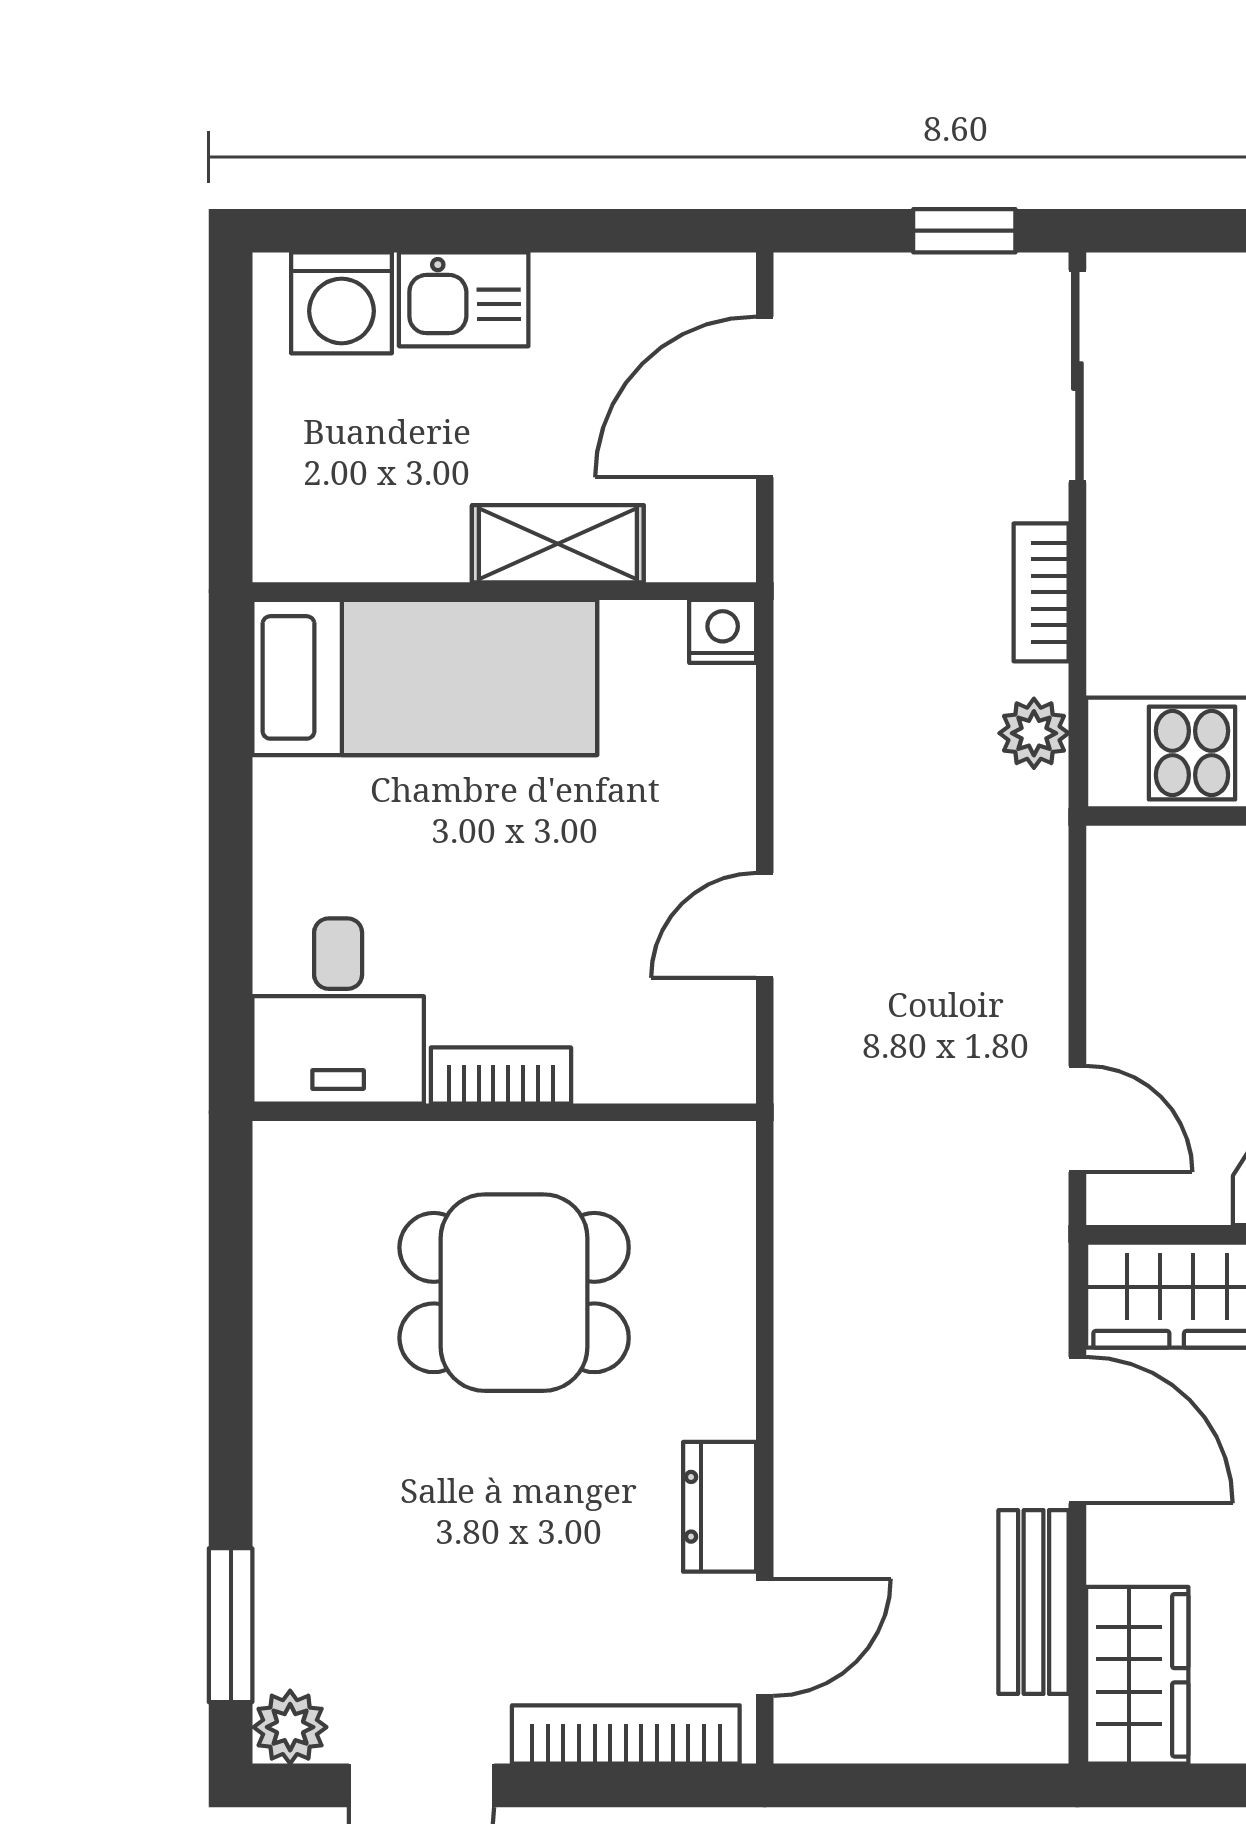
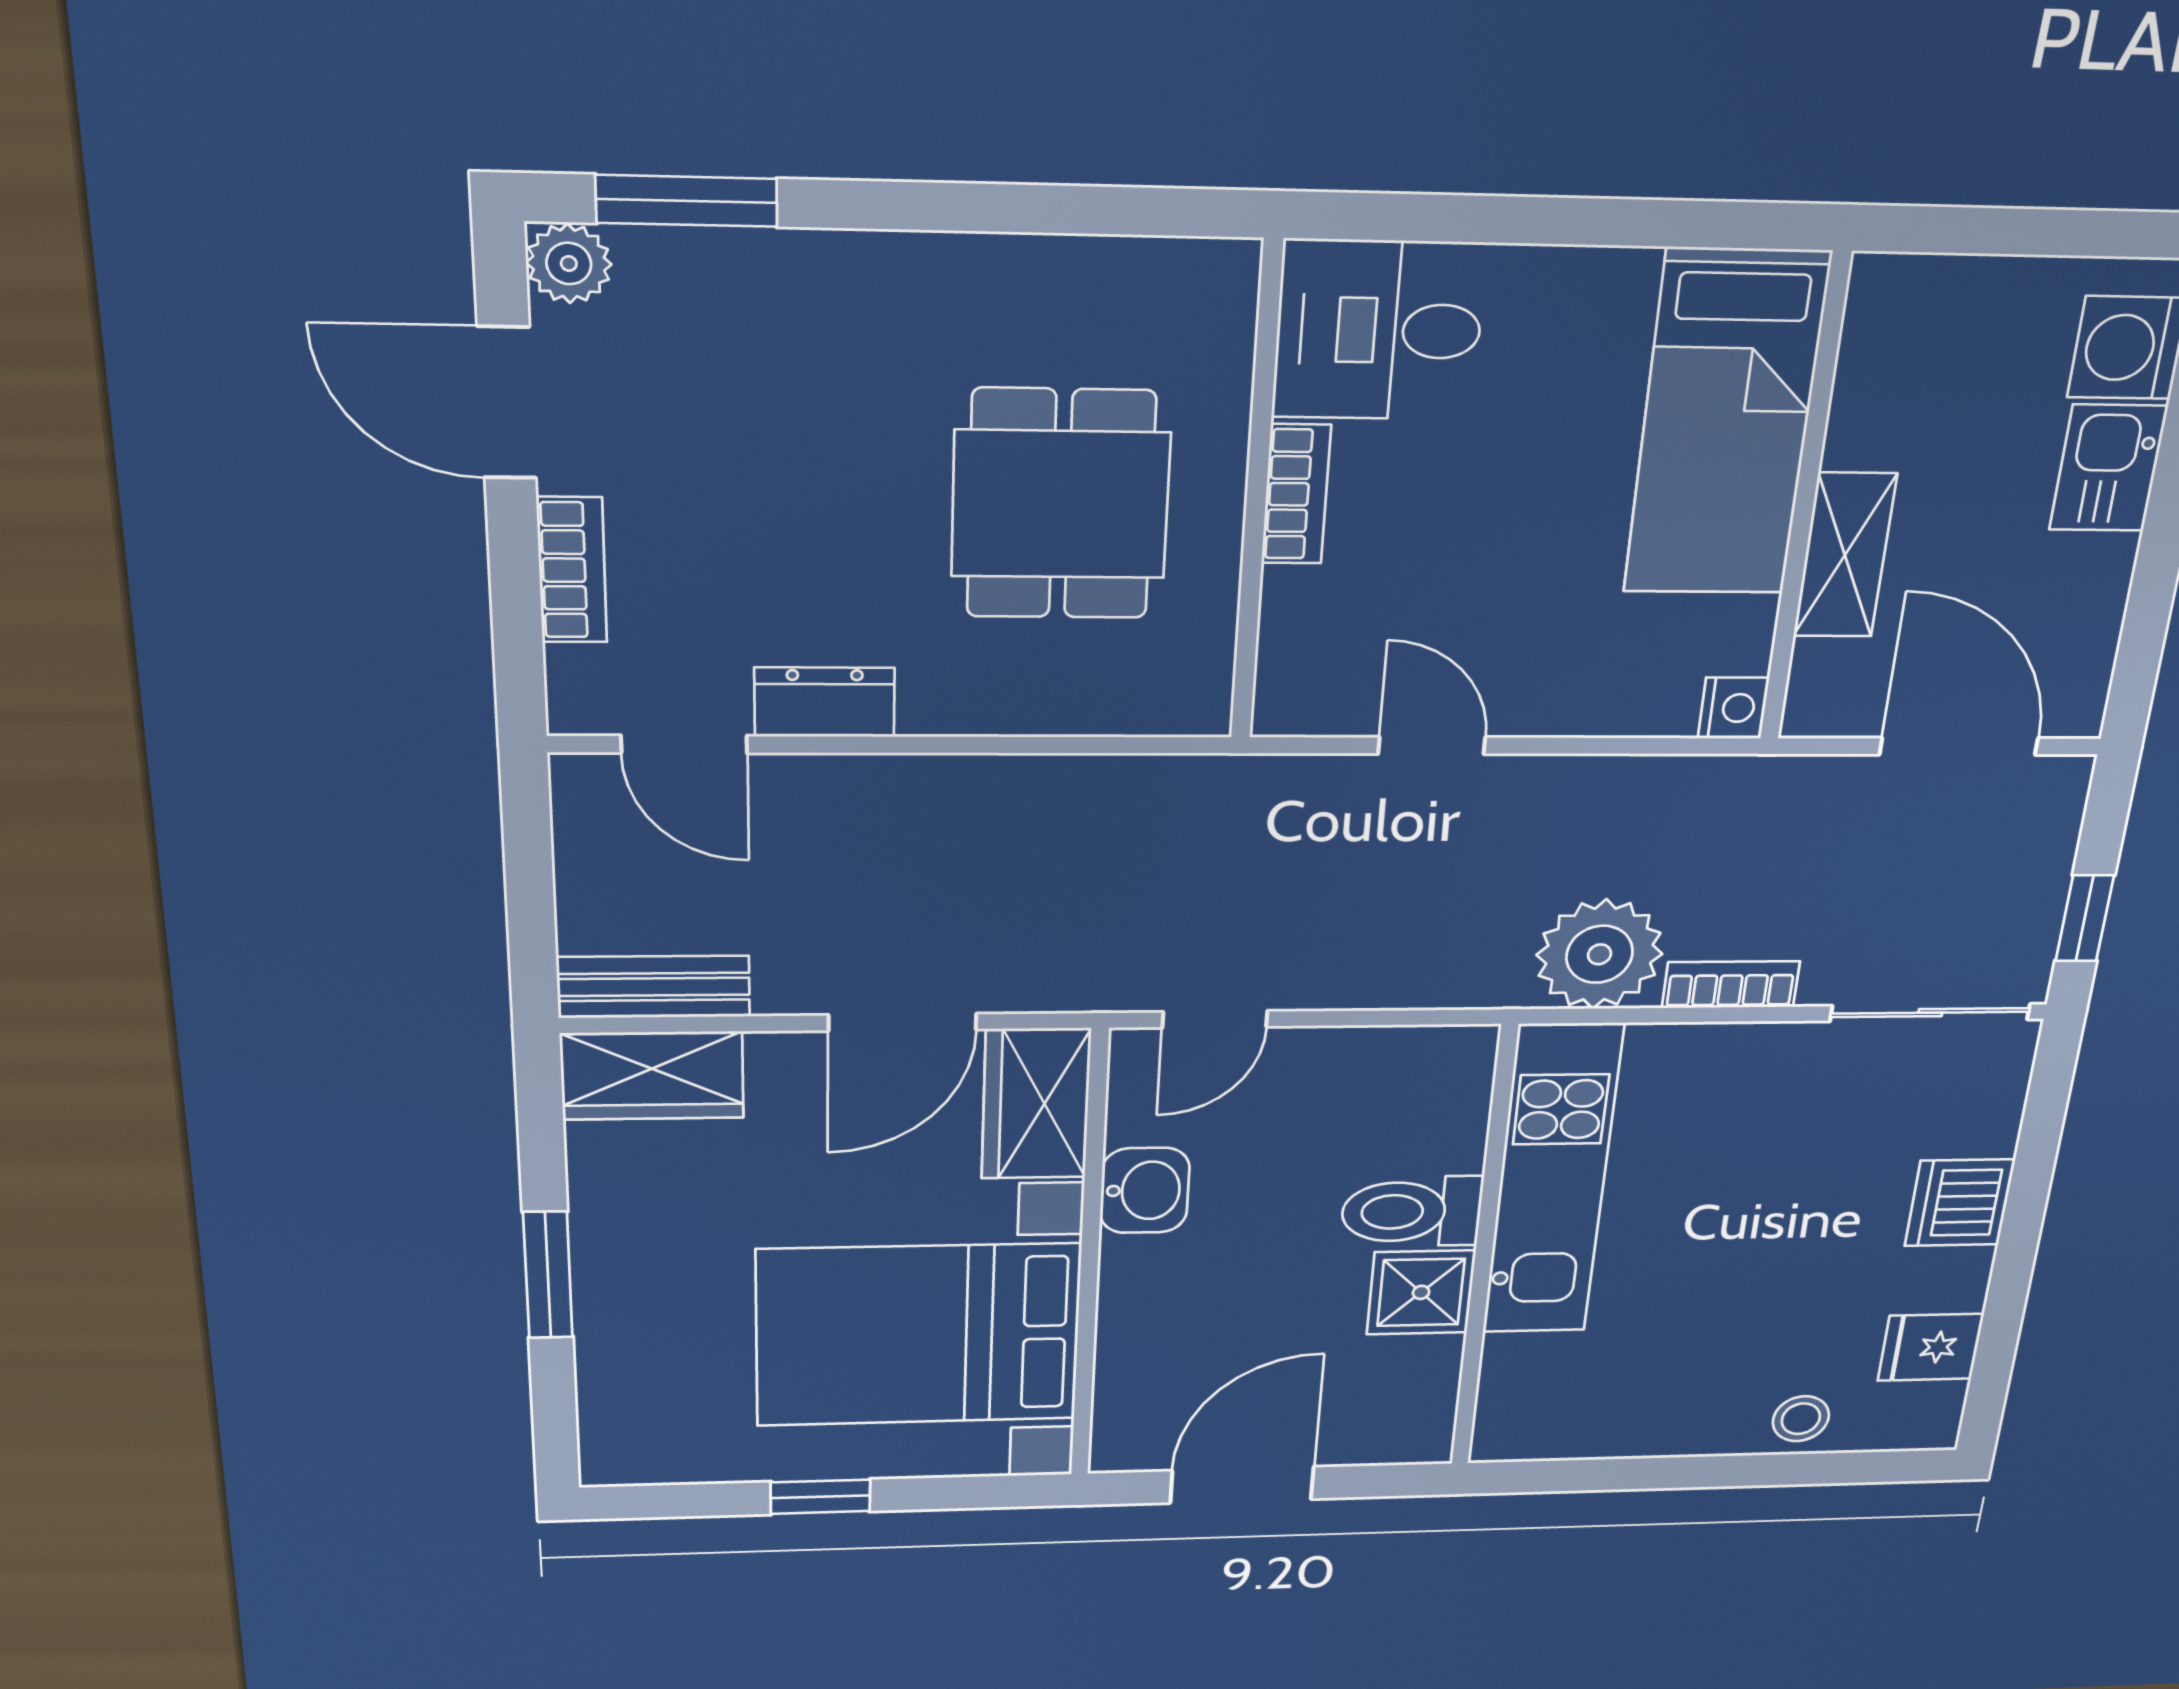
plant: (1034, 733) -> (1599, 954), width x1.87, depth x1.87
bench: (1034, 1602) -> (654, 987), moved
bookcase: (626, 1734) -> (572, 570), width x0.64

